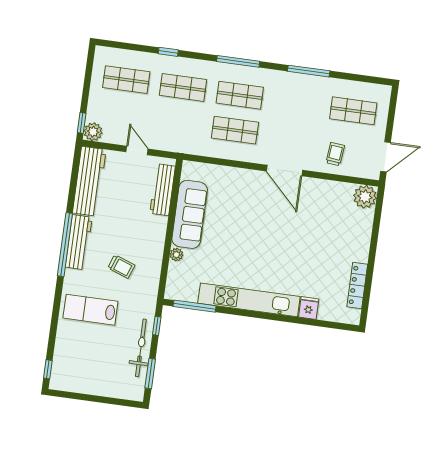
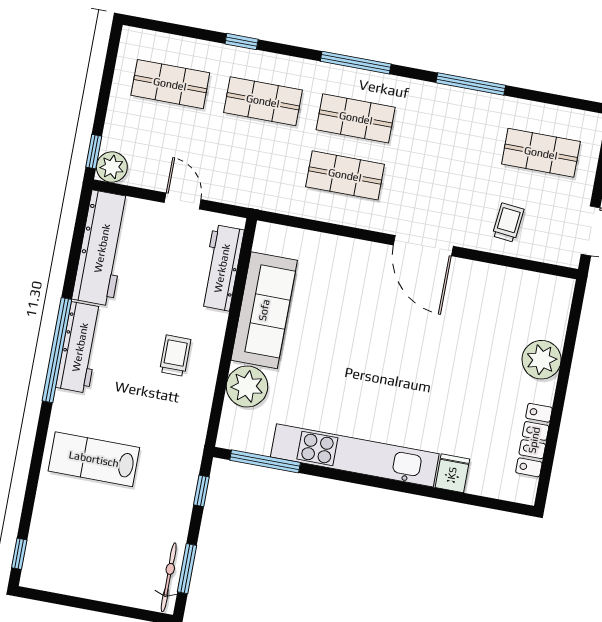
plant: (365, 197) -> (542, 360), moved
plant: (176, 255) -> (247, 386), width x1.88, depth x1.88
trolley: (121, 267) -> (175, 356), moved, turned -110
bicycle: (141, 348) -> (169, 577), moved, width x0.73, depth x0.71

